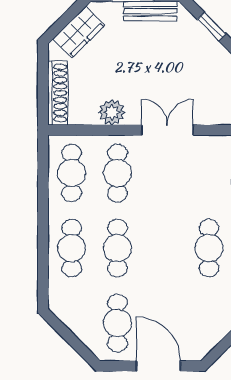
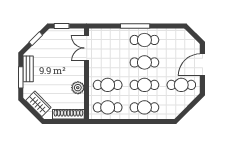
double door: (167, 130) -> (87, 48), moved
cafe table: (163, 248) -> (144, 62), added

